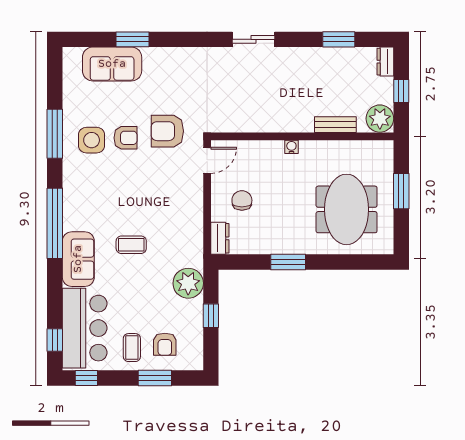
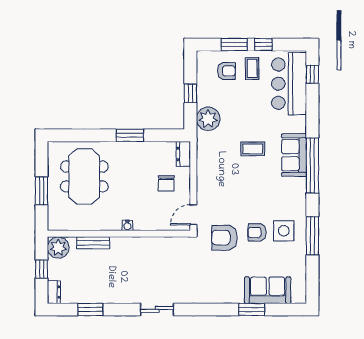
armchair: (167, 131) -> (224, 238), turned 180
sofa: (78, 259) -> (294, 155), moved
armchair: (165, 344) -> (226, 71), turned 90
window: (86, 378) -> (263, 45), moved

